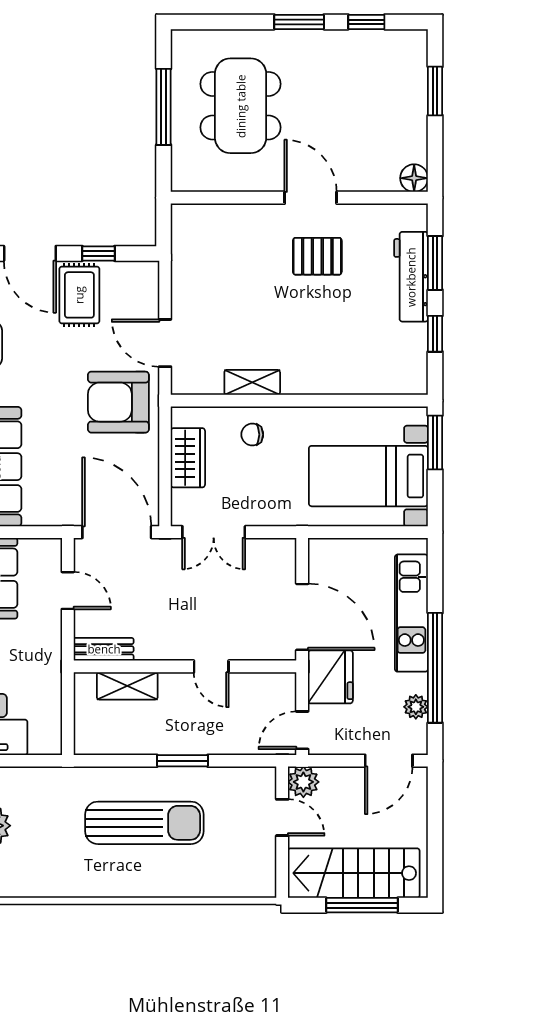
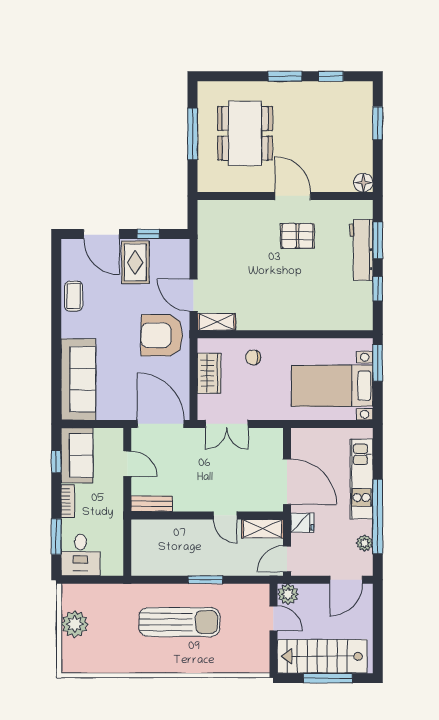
shelving: (252, 382) -> (216, 322), moved
fridge: (330, 677) -> (302, 523), width x0.53, depth x0.75
shelving: (127, 686) -> (262, 529), moved

